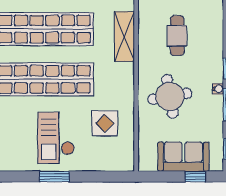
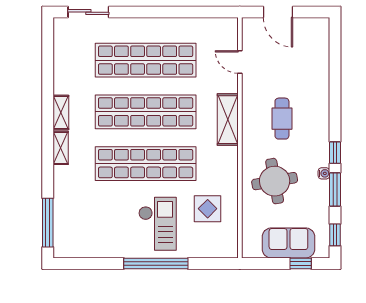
checkout: (56, 138) -> (158, 224), turned 180
window: (54, 176) -> (156, 263), width x2.11

